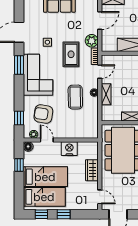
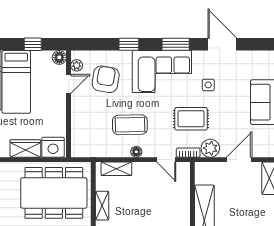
door: (100, 21) -> (239, 160), swing flipped
shelving: (106, 94) -> (116, 169), moved
window: (19, 118) -> (129, 44), moved
nightstand: (69, 149) -> (53, 147), moved, turned 90

